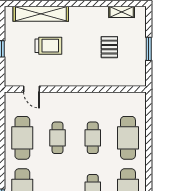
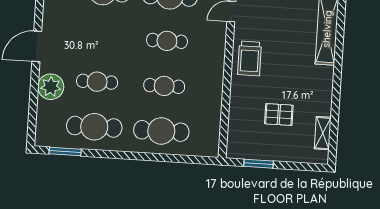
trolley: (48, 46) -> (250, 58), moved
window: (149, 49) -> (258, 164), moved

